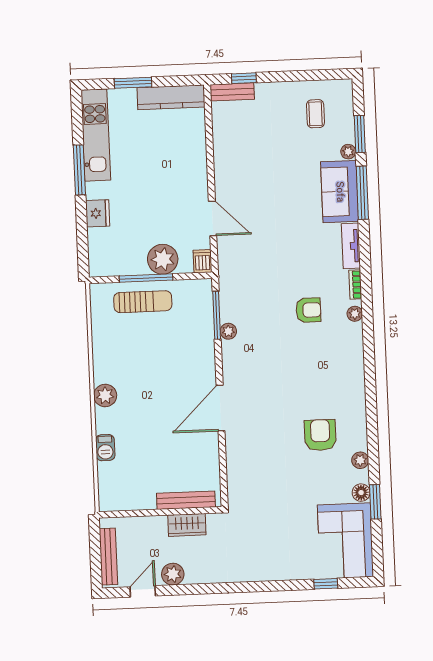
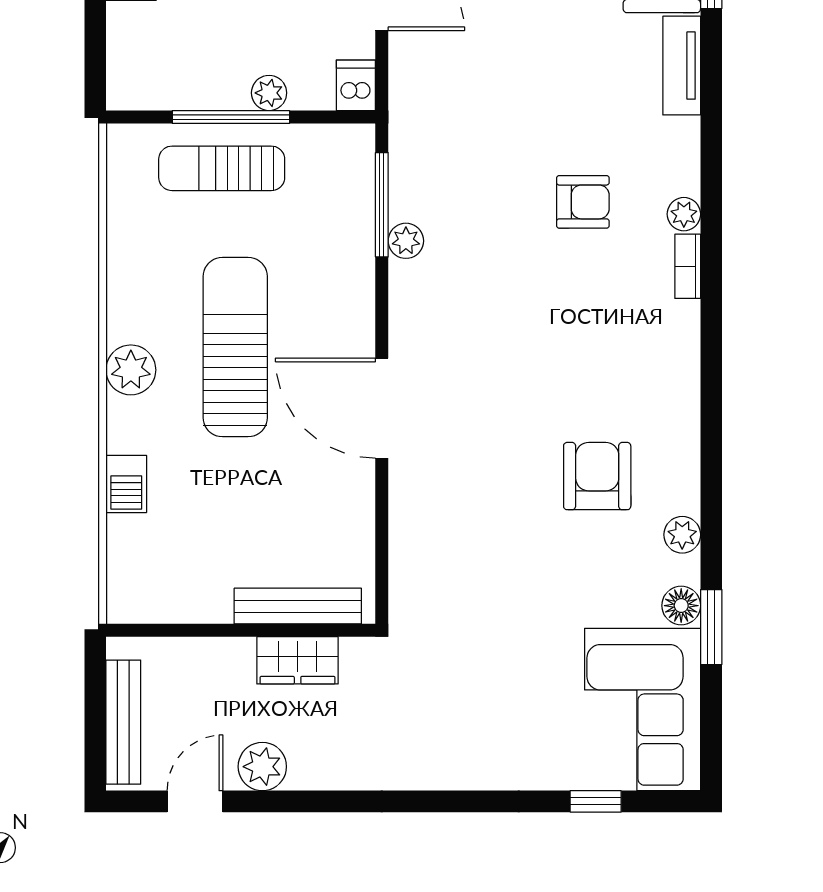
plant: (163, 259) -> (269, 93), width x0.53, depth x0.53
bookcase: (355, 285) -> (688, 266), moved
sun lounger: (143, 302) -> (222, 168), turned 180
sun lounger: (152, 383) -> (235, 347), added
door: (221, 408) -> (382, 408), hinge flipped

